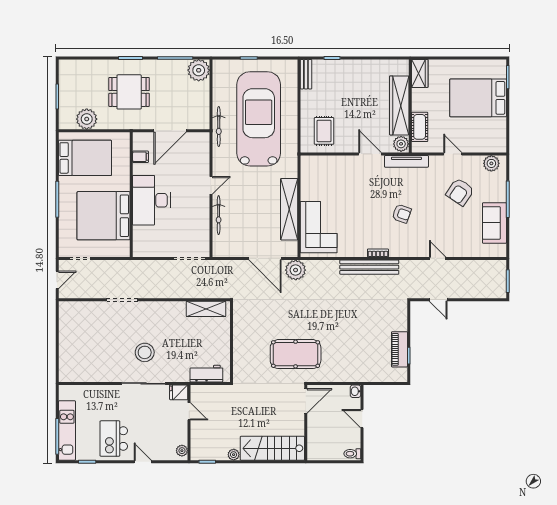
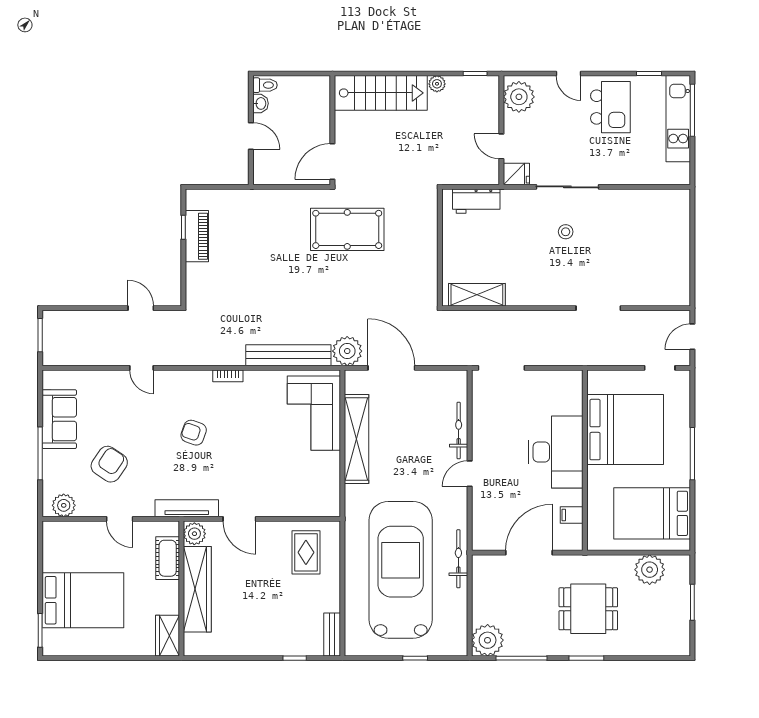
car: (259, 119) -> (401, 570), turned 180
bench: (369, 267) -> (288, 355), moved
stool: (145, 352) -> (566, 232), width x0.53, depth x0.53
washbasin: (355, 391) -> (260, 103), moved
plant: (182, 451) -> (519, 97), width x1.87, depth x1.87

